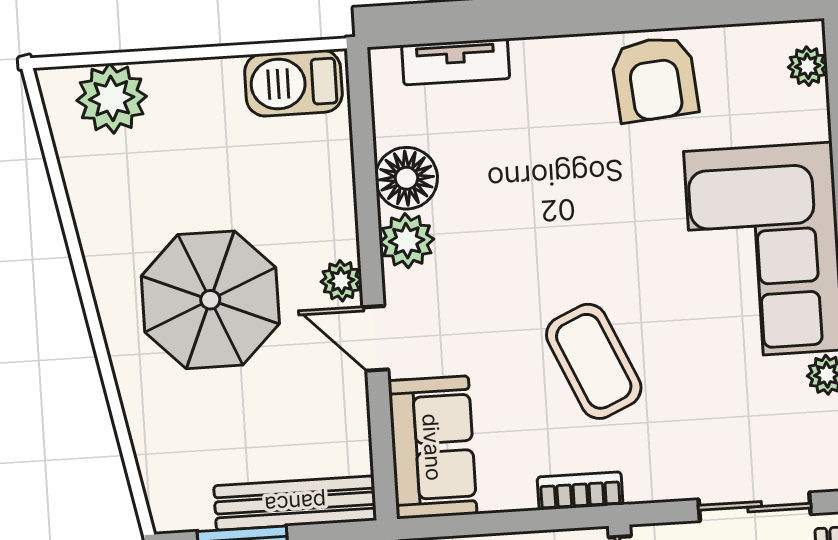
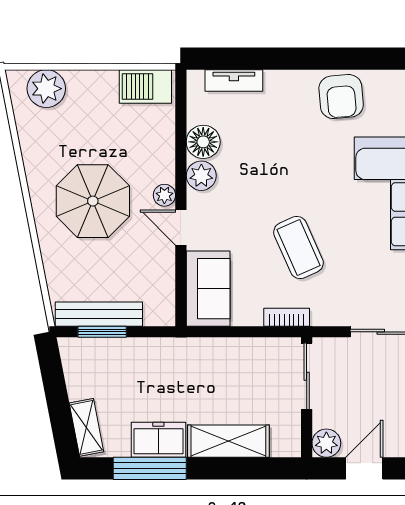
bench: (295, 503) -> (99, 314), moved

